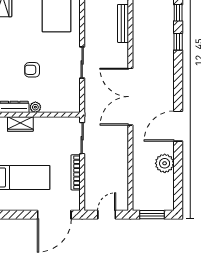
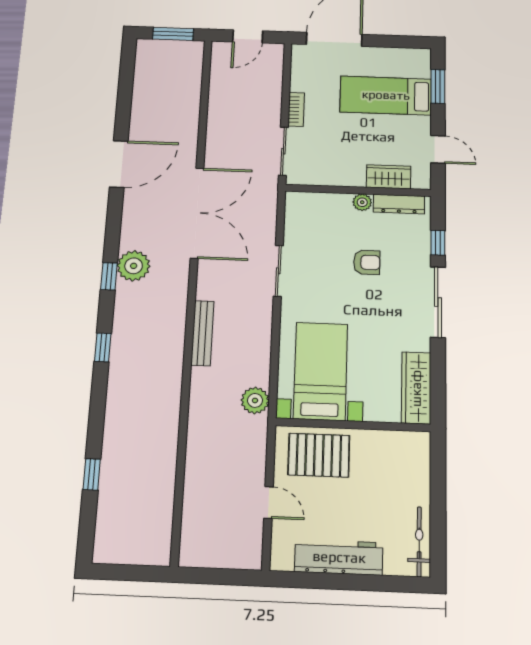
window: (178, 42) -> (109, 276), moved
plant: (165, 163) -> (134, 266), moved
bookcase: (76, 172) -> (296, 109), width x0.64

